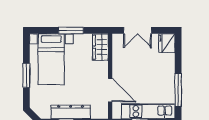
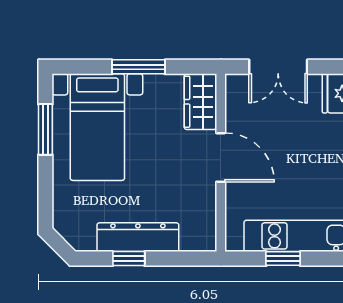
window: (26, 75) -> (45, 129), moved
door: (110, 90) -> (221, 157), moved

